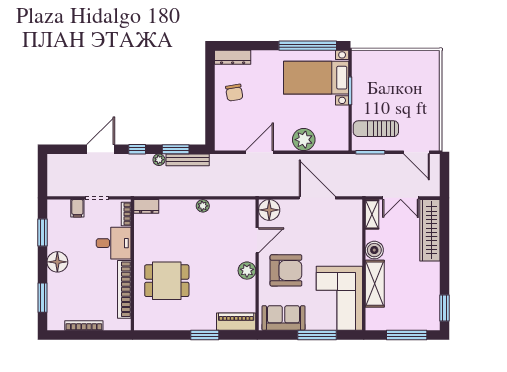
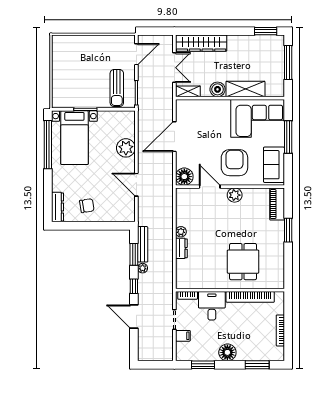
dresser: (146, 206) -> (181, 248), moved

